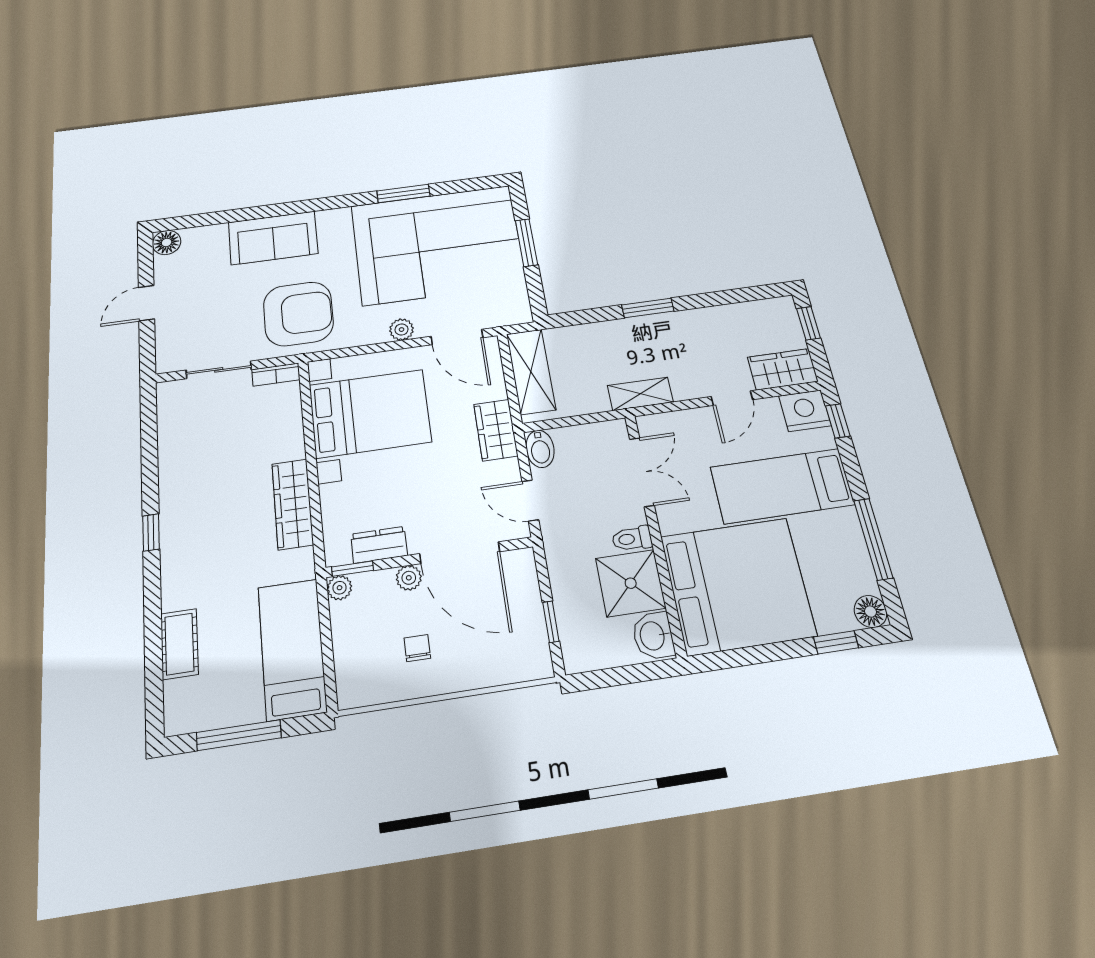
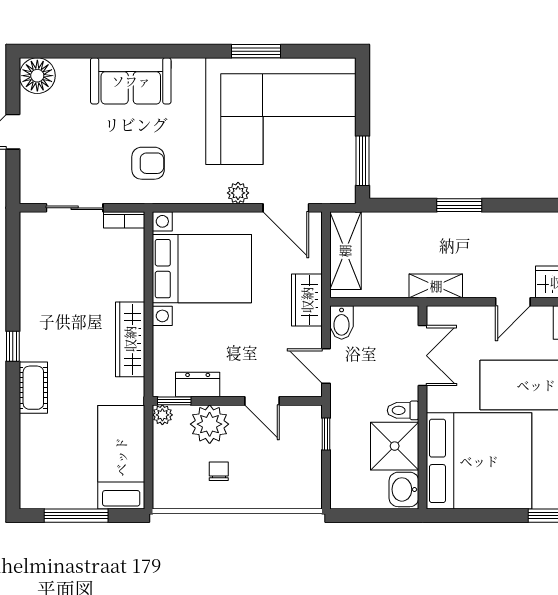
floor lamp: (167, 243) -> (37, 76), width x1.38, depth x1.38
window: (526, 243) -> (362, 161), moved
armchair: (298, 314) -> (148, 163), width x0.53, depth x0.53
door: (460, 553) -> (262, 401), width x0.53
plant: (409, 578) -> (210, 424), width x1.88, depth x1.88
window: (551, 622) -> (326, 434), moved
cot: (179, 644) -> (33, 388), moved

